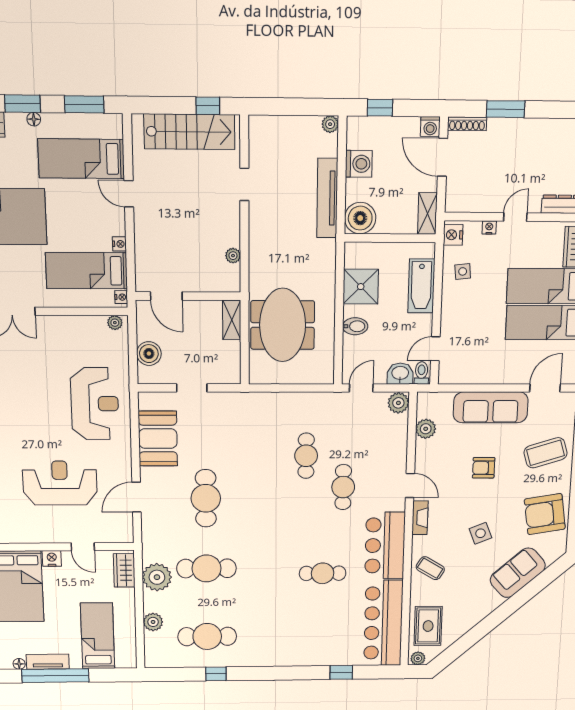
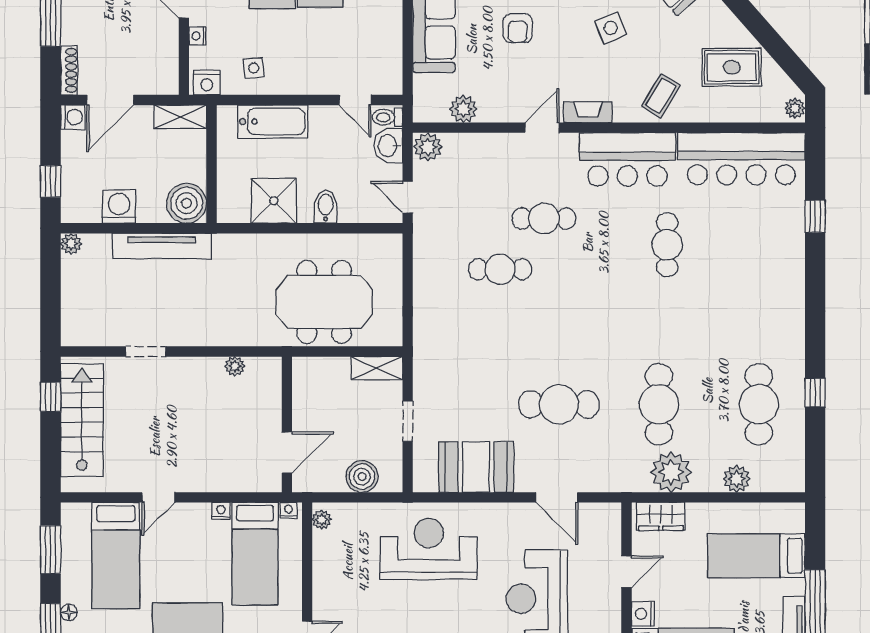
shelving: (232, 320) -> (377, 368), moved
rug: (428, 626) -> (732, 67), moved

